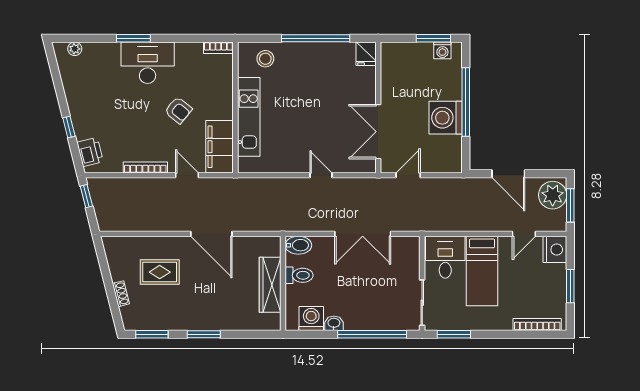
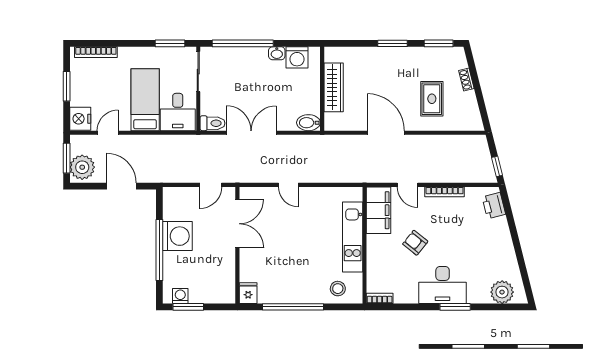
plant: (75, 49) -> (502, 292), width x1.87, depth x1.87
window: (69, 127) -> (513, 228), removed
rug: (160, 272) -> (432, 99), turned 90
toilet: (299, 275) -> (213, 123), moved, turned 180

